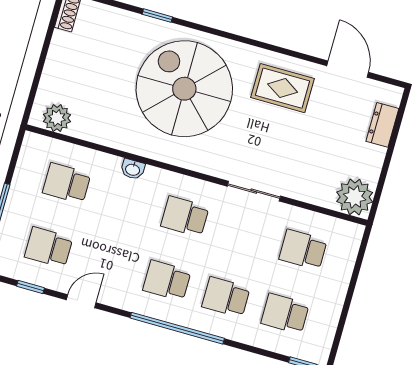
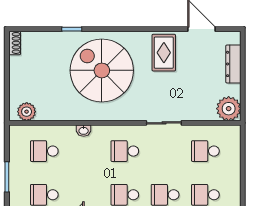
rug: (283, 88) -> (164, 53), turned 90
dresser: (382, 125) -> (233, 64), width x1.44

